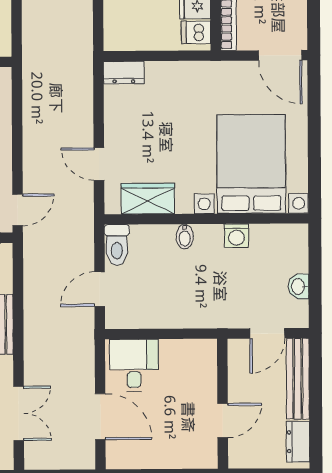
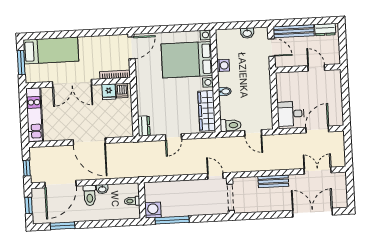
door: (99, 164) -> (173, 137), moved
wardrobe: (148, 199) -> (207, 111), width x1.50

